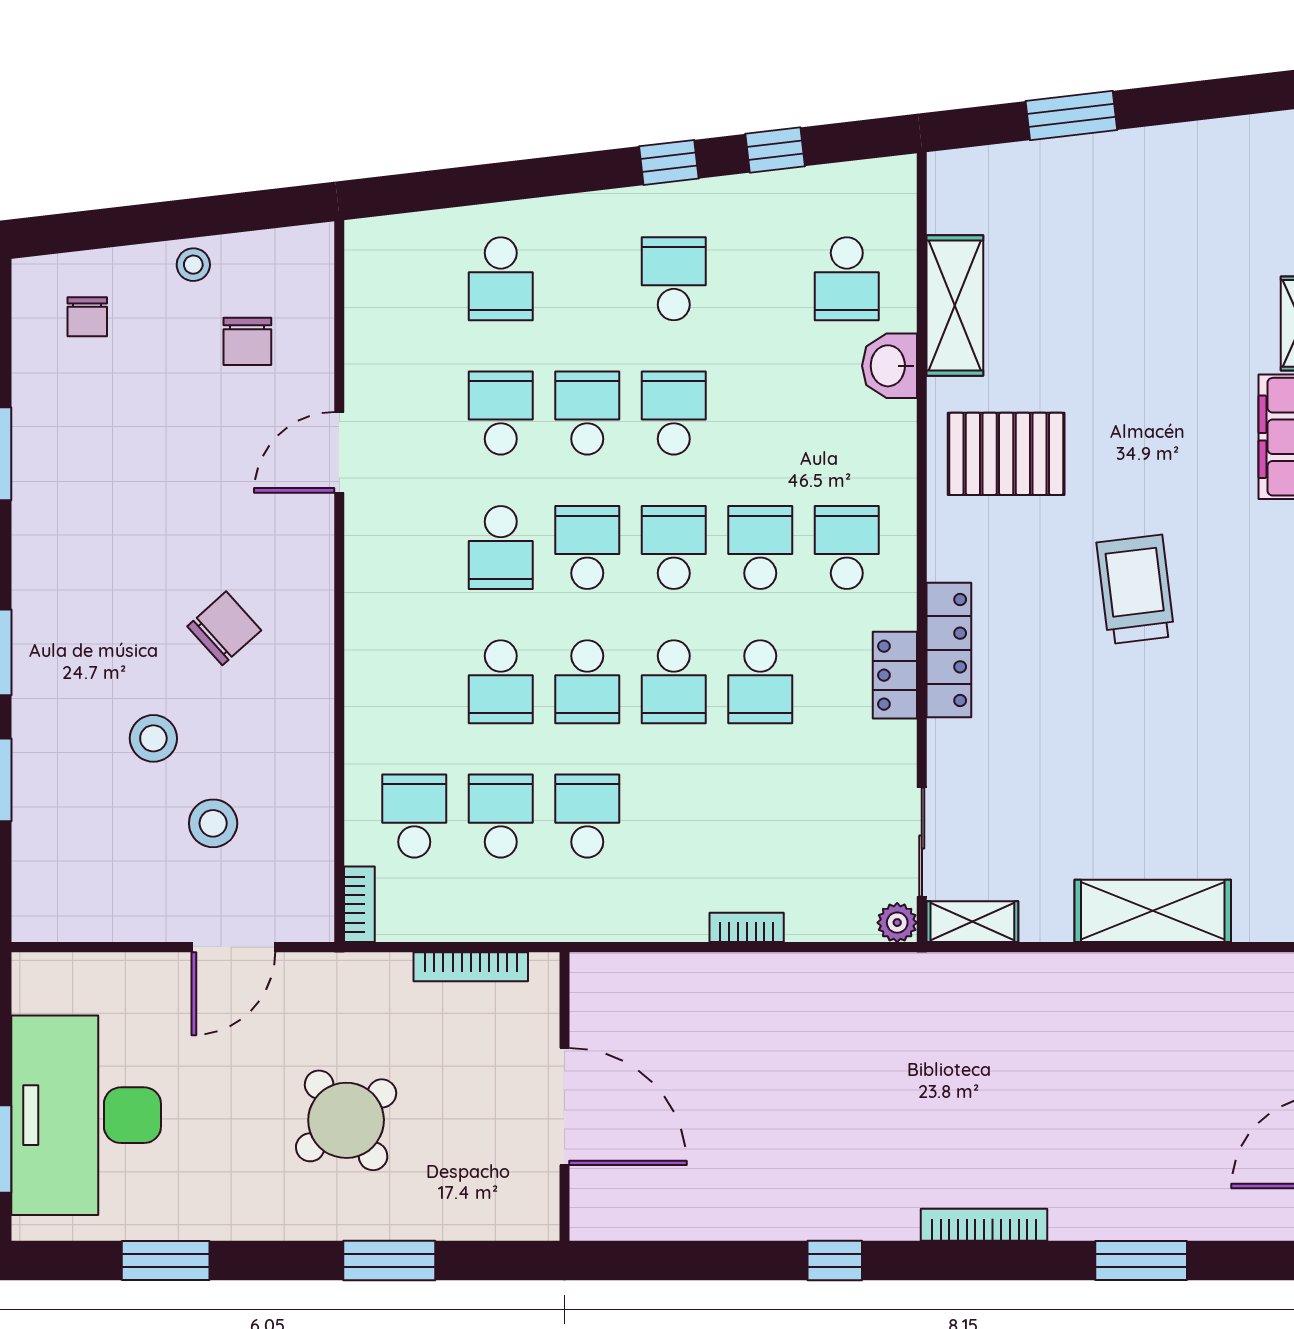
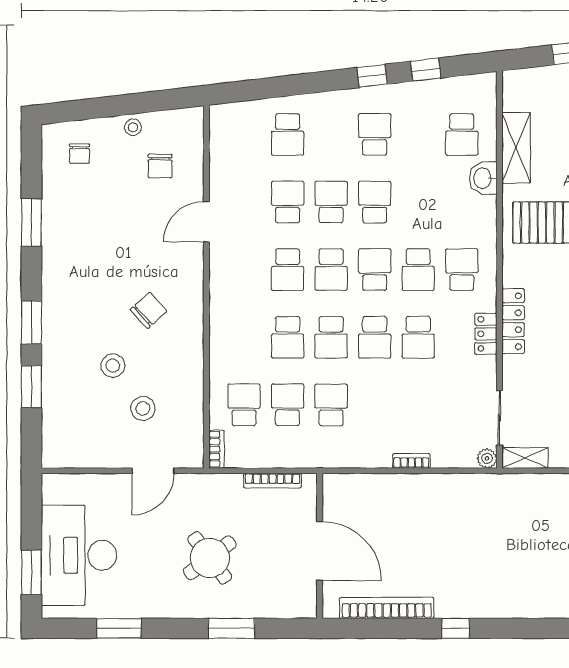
school desk: (587, 547) -> (331, 270), turned 180
school desk: (760, 547) -> (418, 270), turned 180
bookcase: (984, 1225) -> (387, 608), moved, width x1.48, depth x1.31

